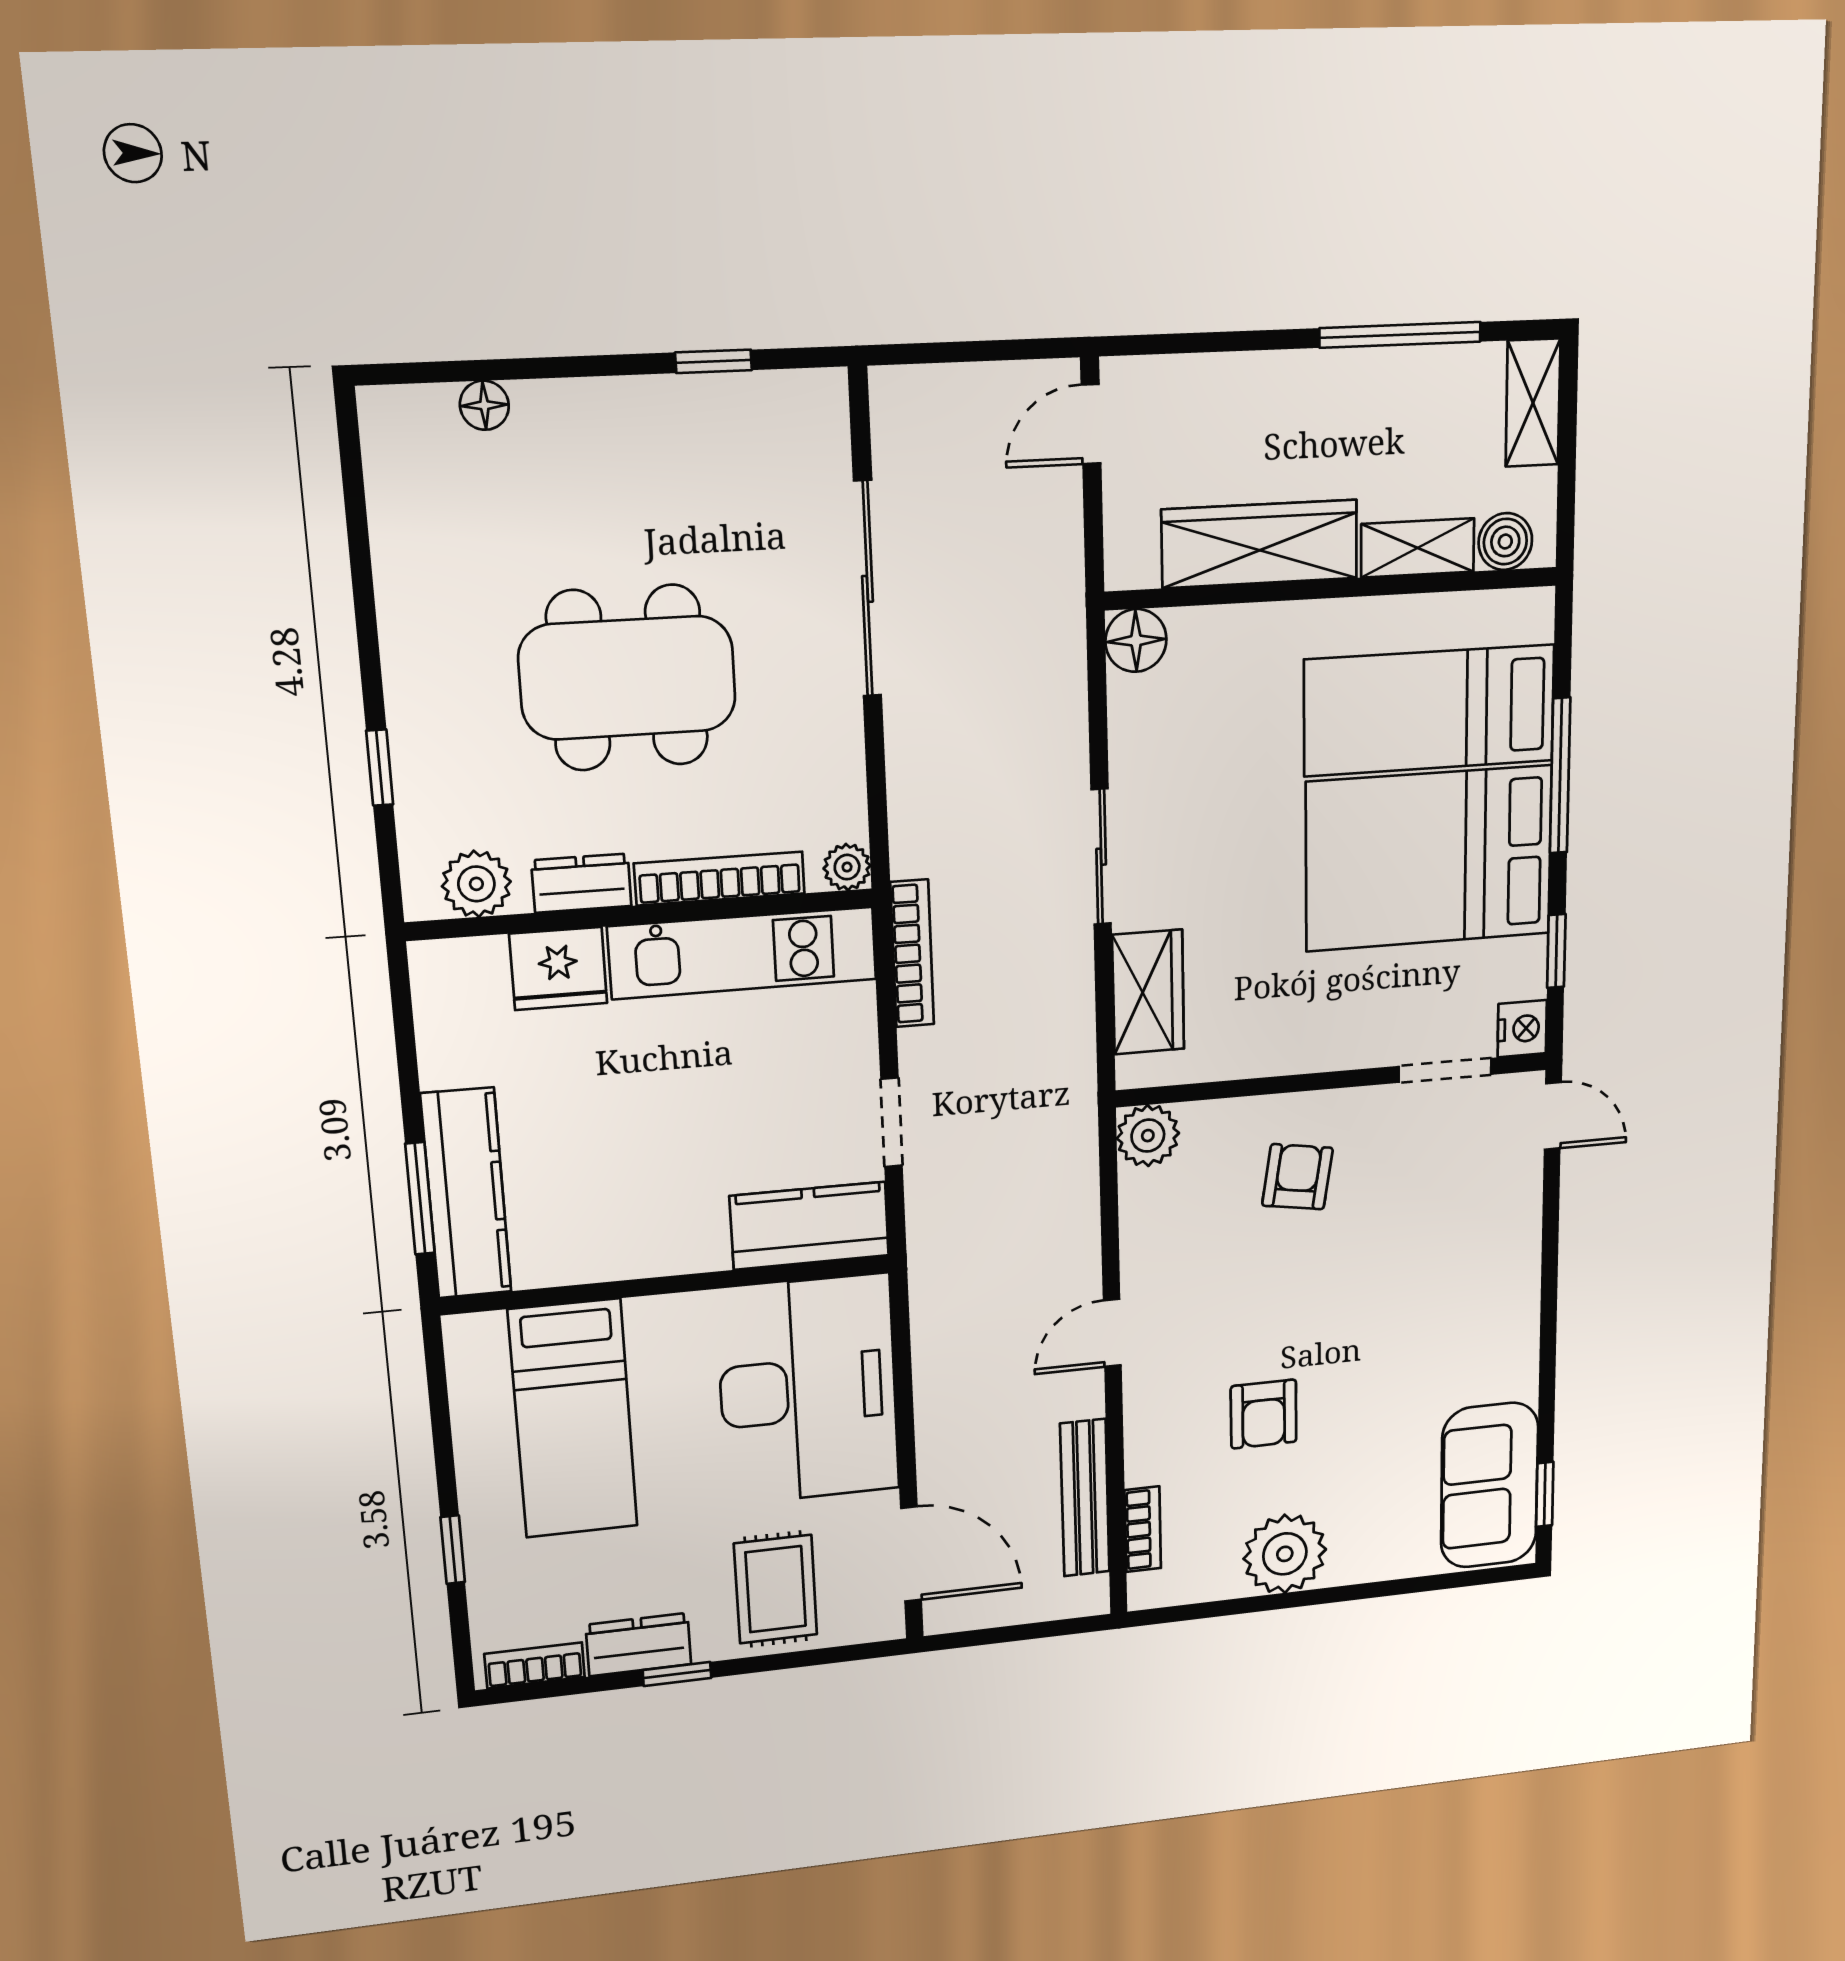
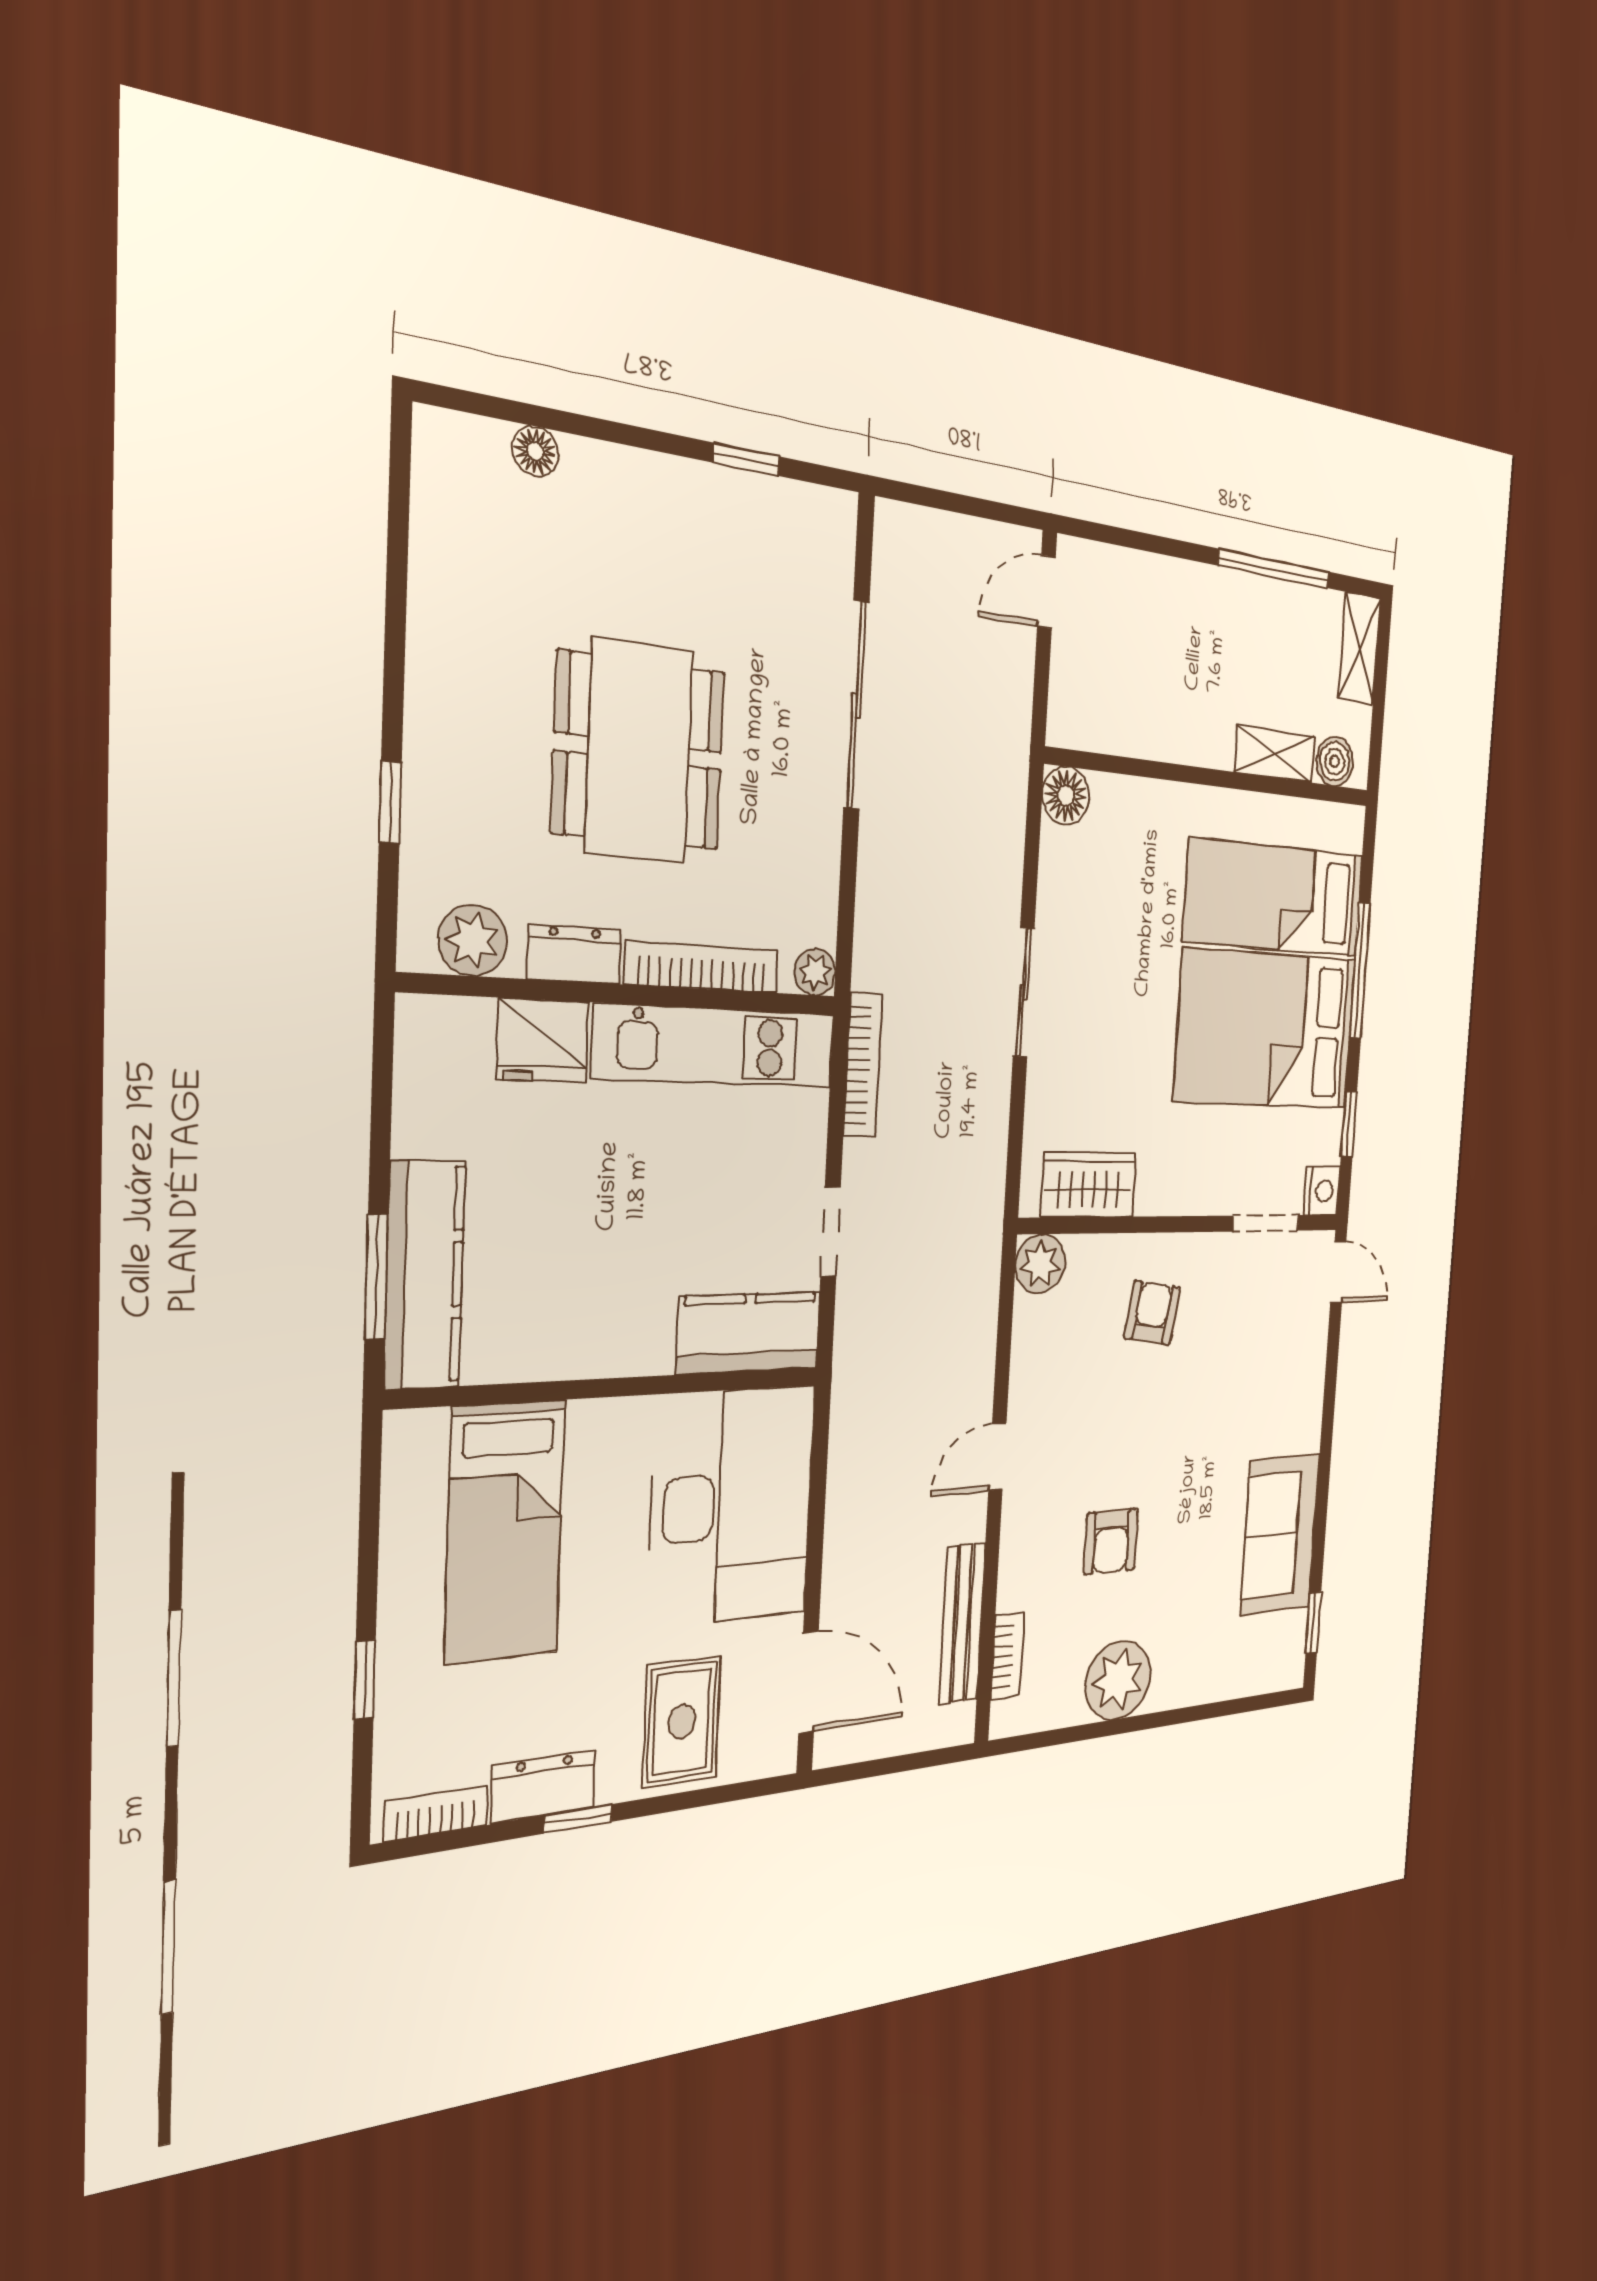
wardrobe: (1260, 544) -> (1164, 727), removed
dining table: (627, 678) -> (639, 751), turned 90
wardrobe: (1148, 992) -> (1089, 1185), moved, turned -90
sofa: (1489, 1485) -> (1280, 1534), moved

